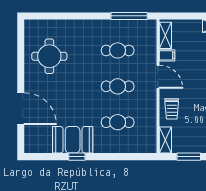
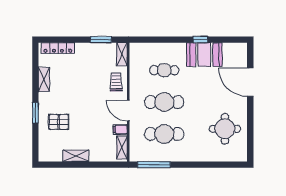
cafe table: (118, 50) -> (164, 134), width x1.37, depth x1.35
cafe table: (118, 86) -> (164, 102), width x1.37, depth x1.35

